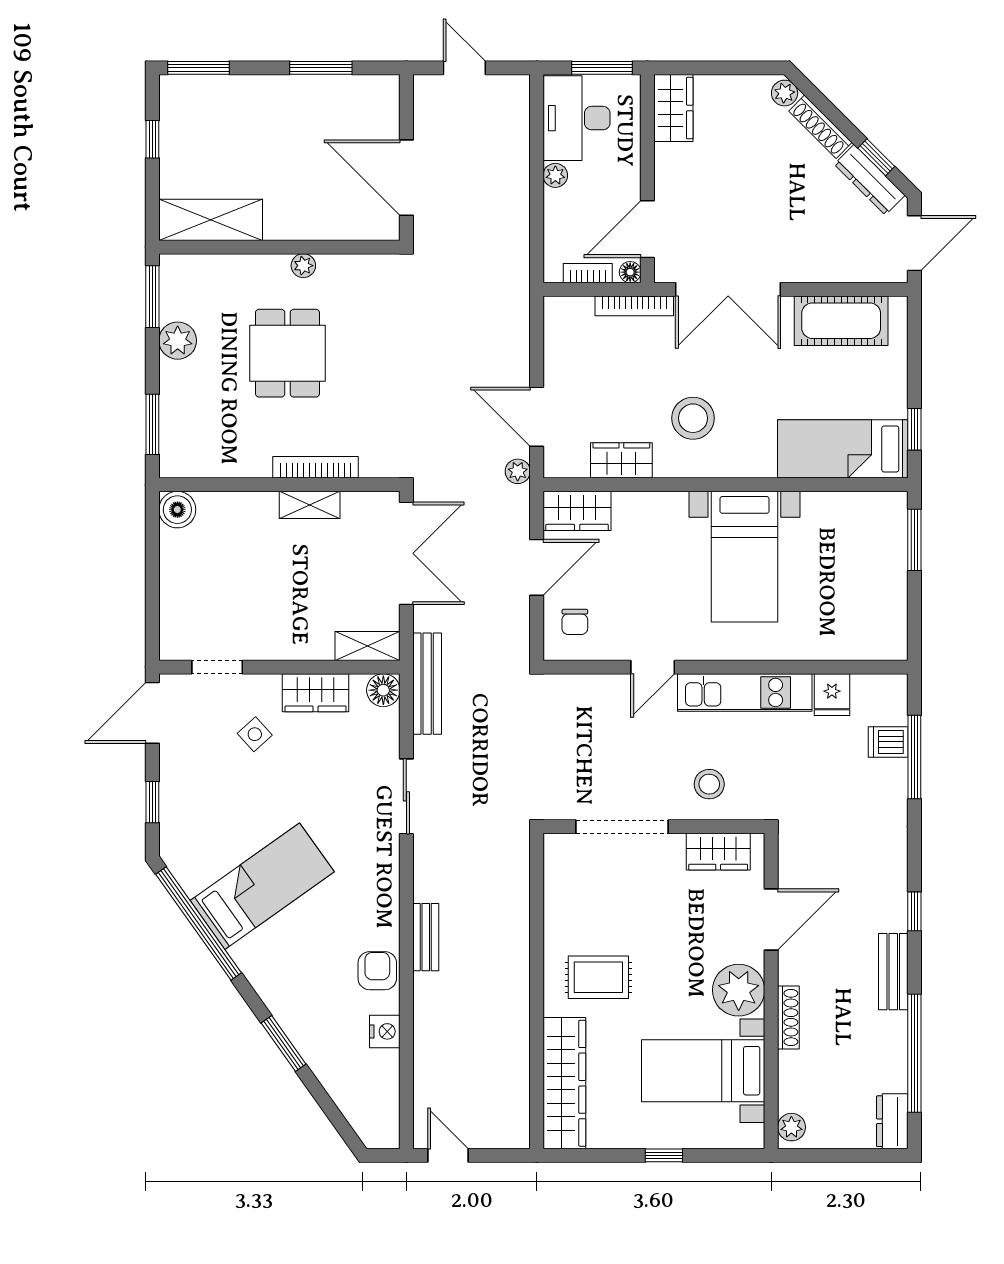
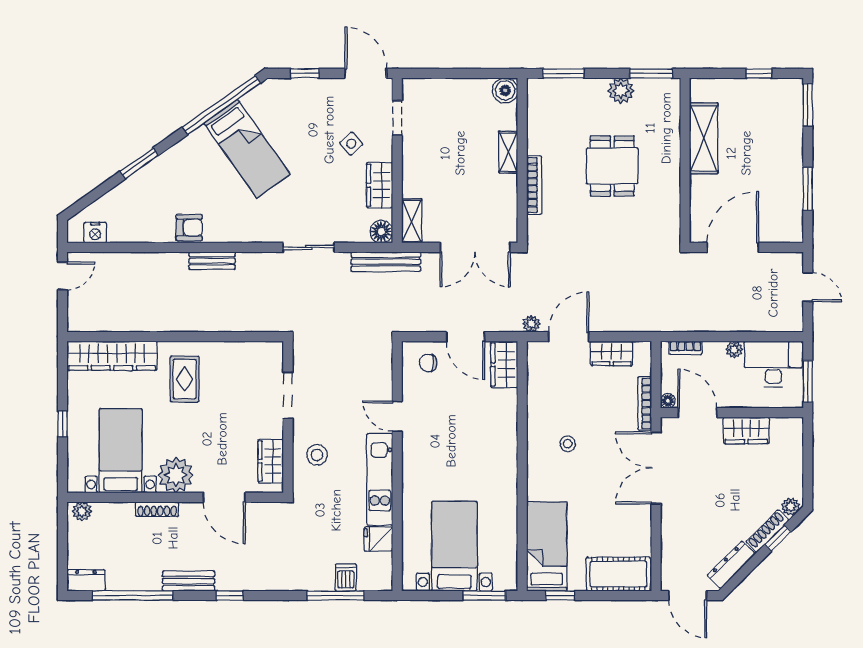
door: (464, 68) -> (808, 287), hinge flipped
wardrobe: (673, 108) -> (746, 430), moved
window: (876, 157) -> (778, 538), moved
shelving: (211, 220) -> (704, 138), moved
plant: (303, 266) -> (672, 177), removed
bookcase: (588, 273) -> (685, 348), moved, turned 90
cot: (841, 321) -> (618, 574), moved, turned 90
dining table: (287, 353) -> (612, 166), turned 90
stool: (693, 418) -> (568, 444), width x0.53, depth x0.53
wardrobe: (621, 460) -> (612, 353), moved, turned 90
shelving: (310, 505) -> (508, 152), moved
bed with nightstands: (744, 557) -> (454, 546), moved, turned 90
doorway: (622, 827) -> (288, 395), width x0.73
nightstand: (385, 1031) -> (95, 233), moved

